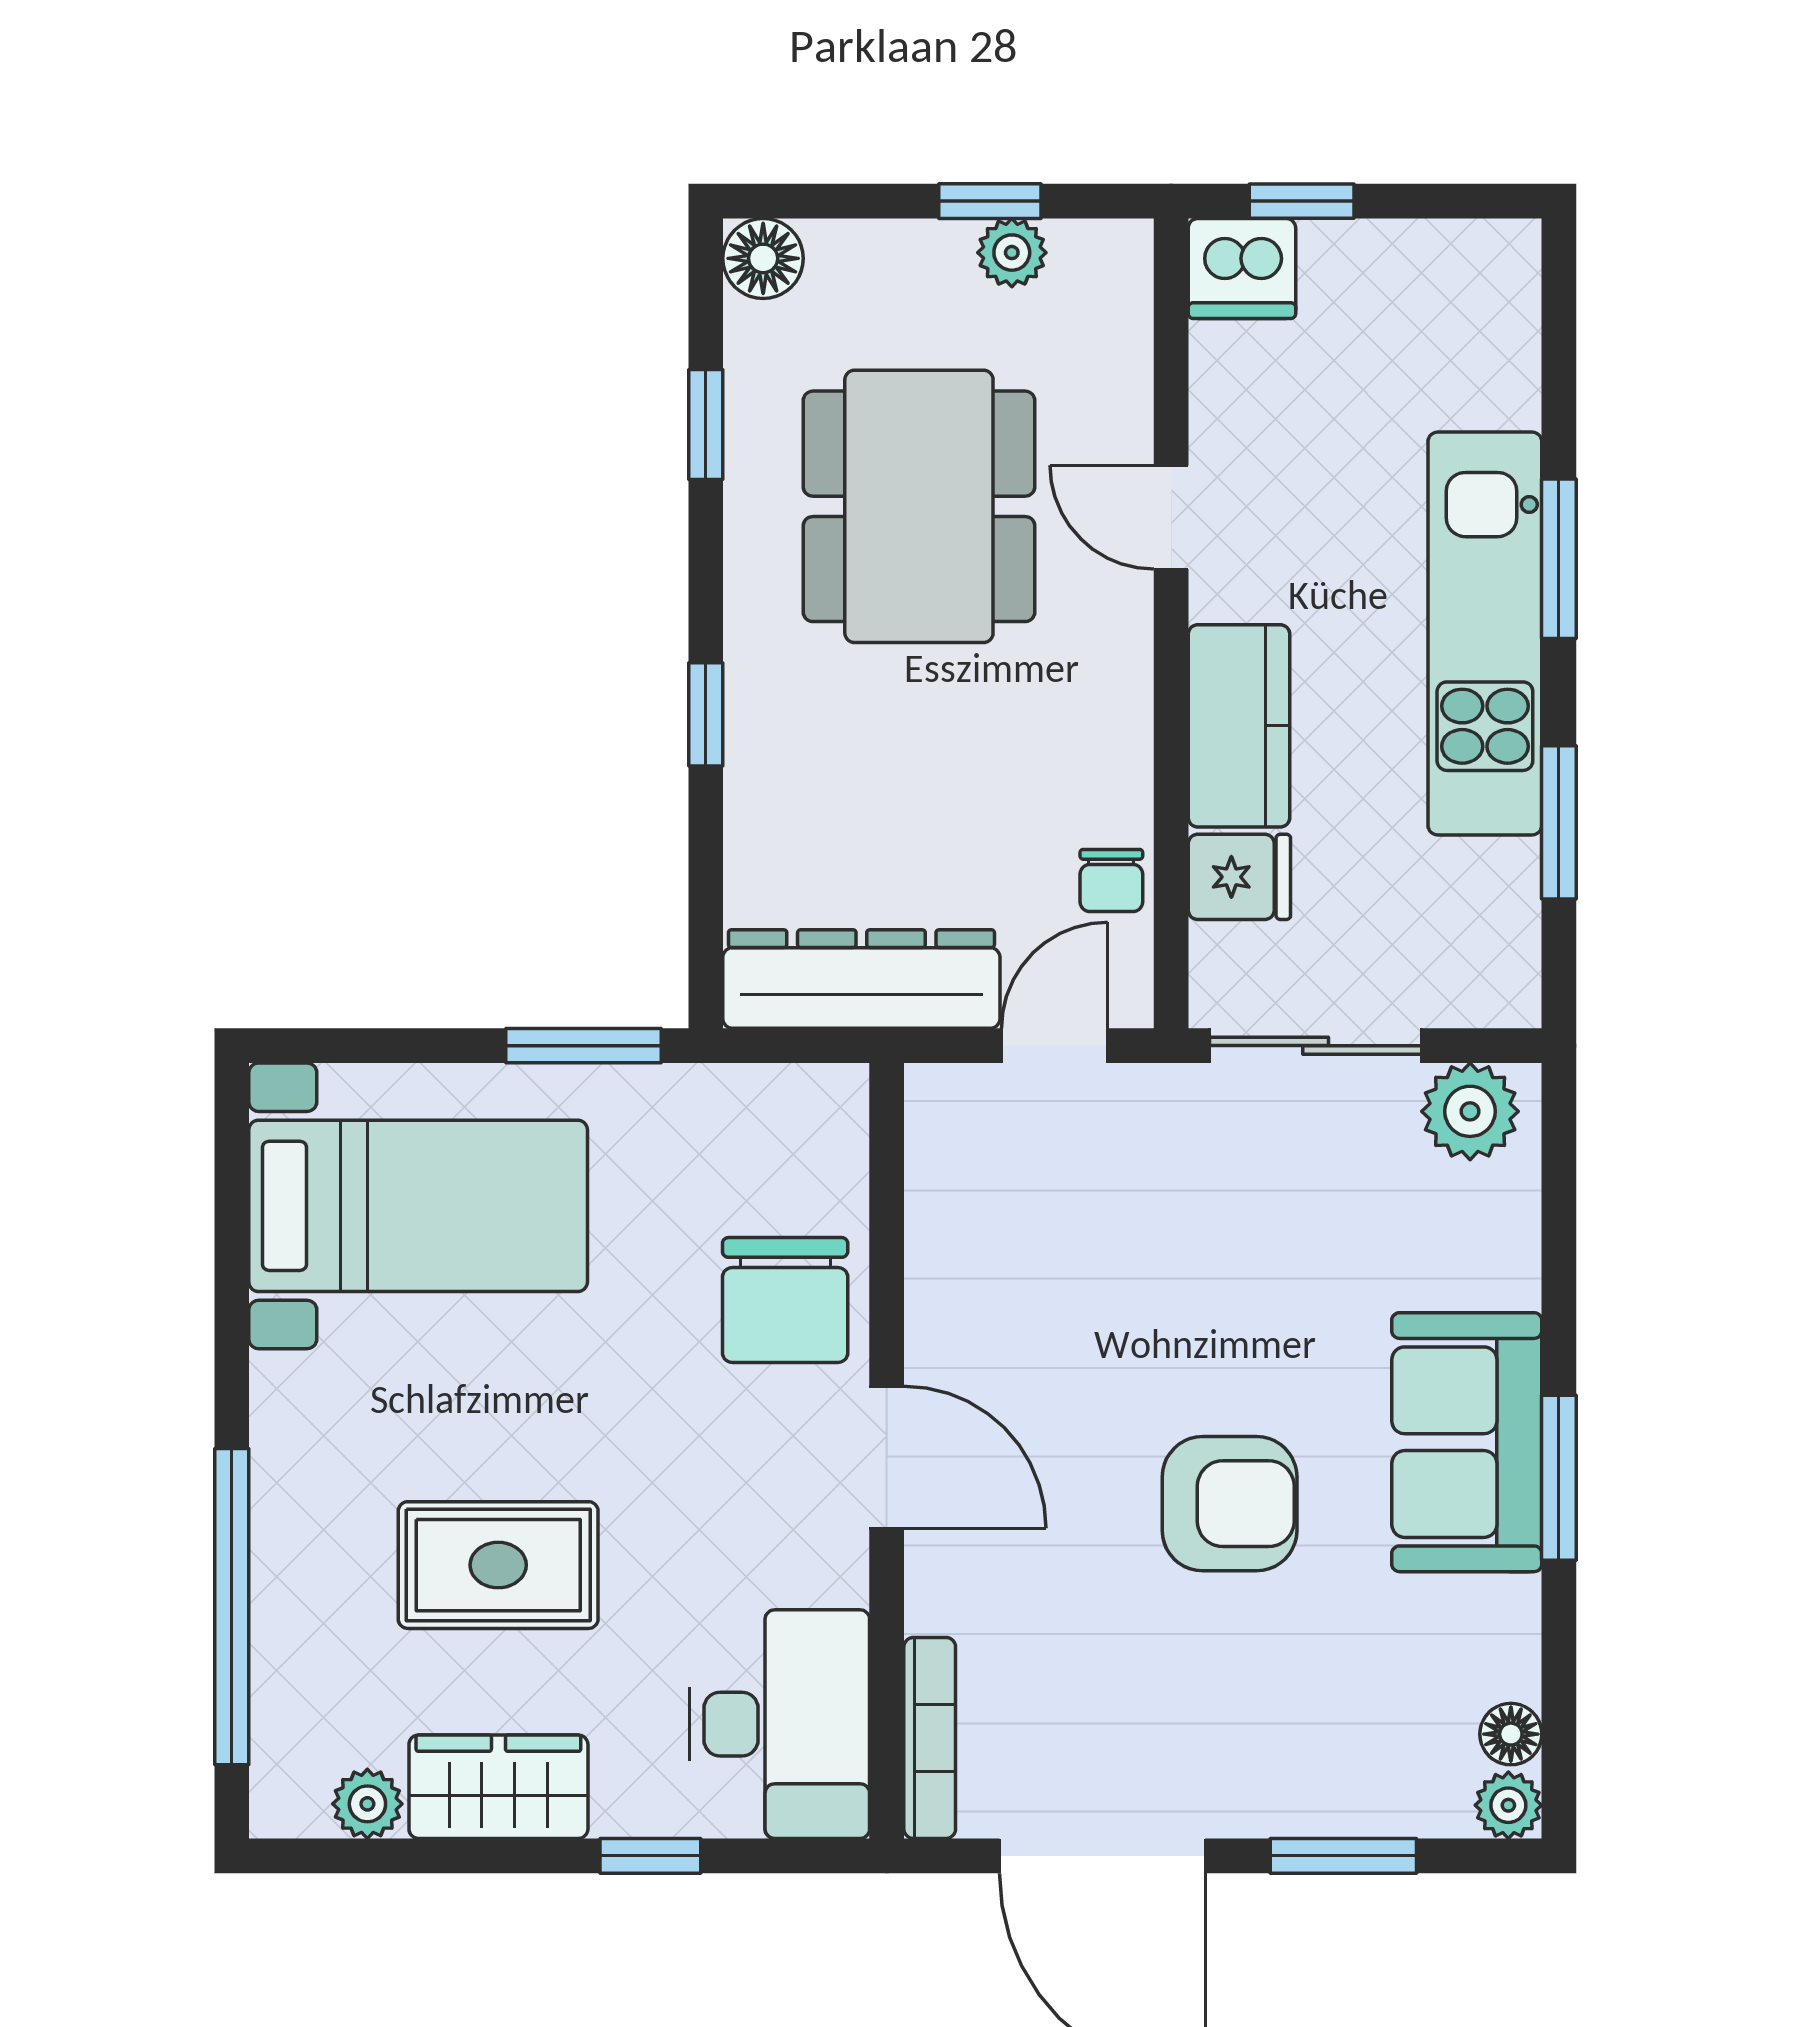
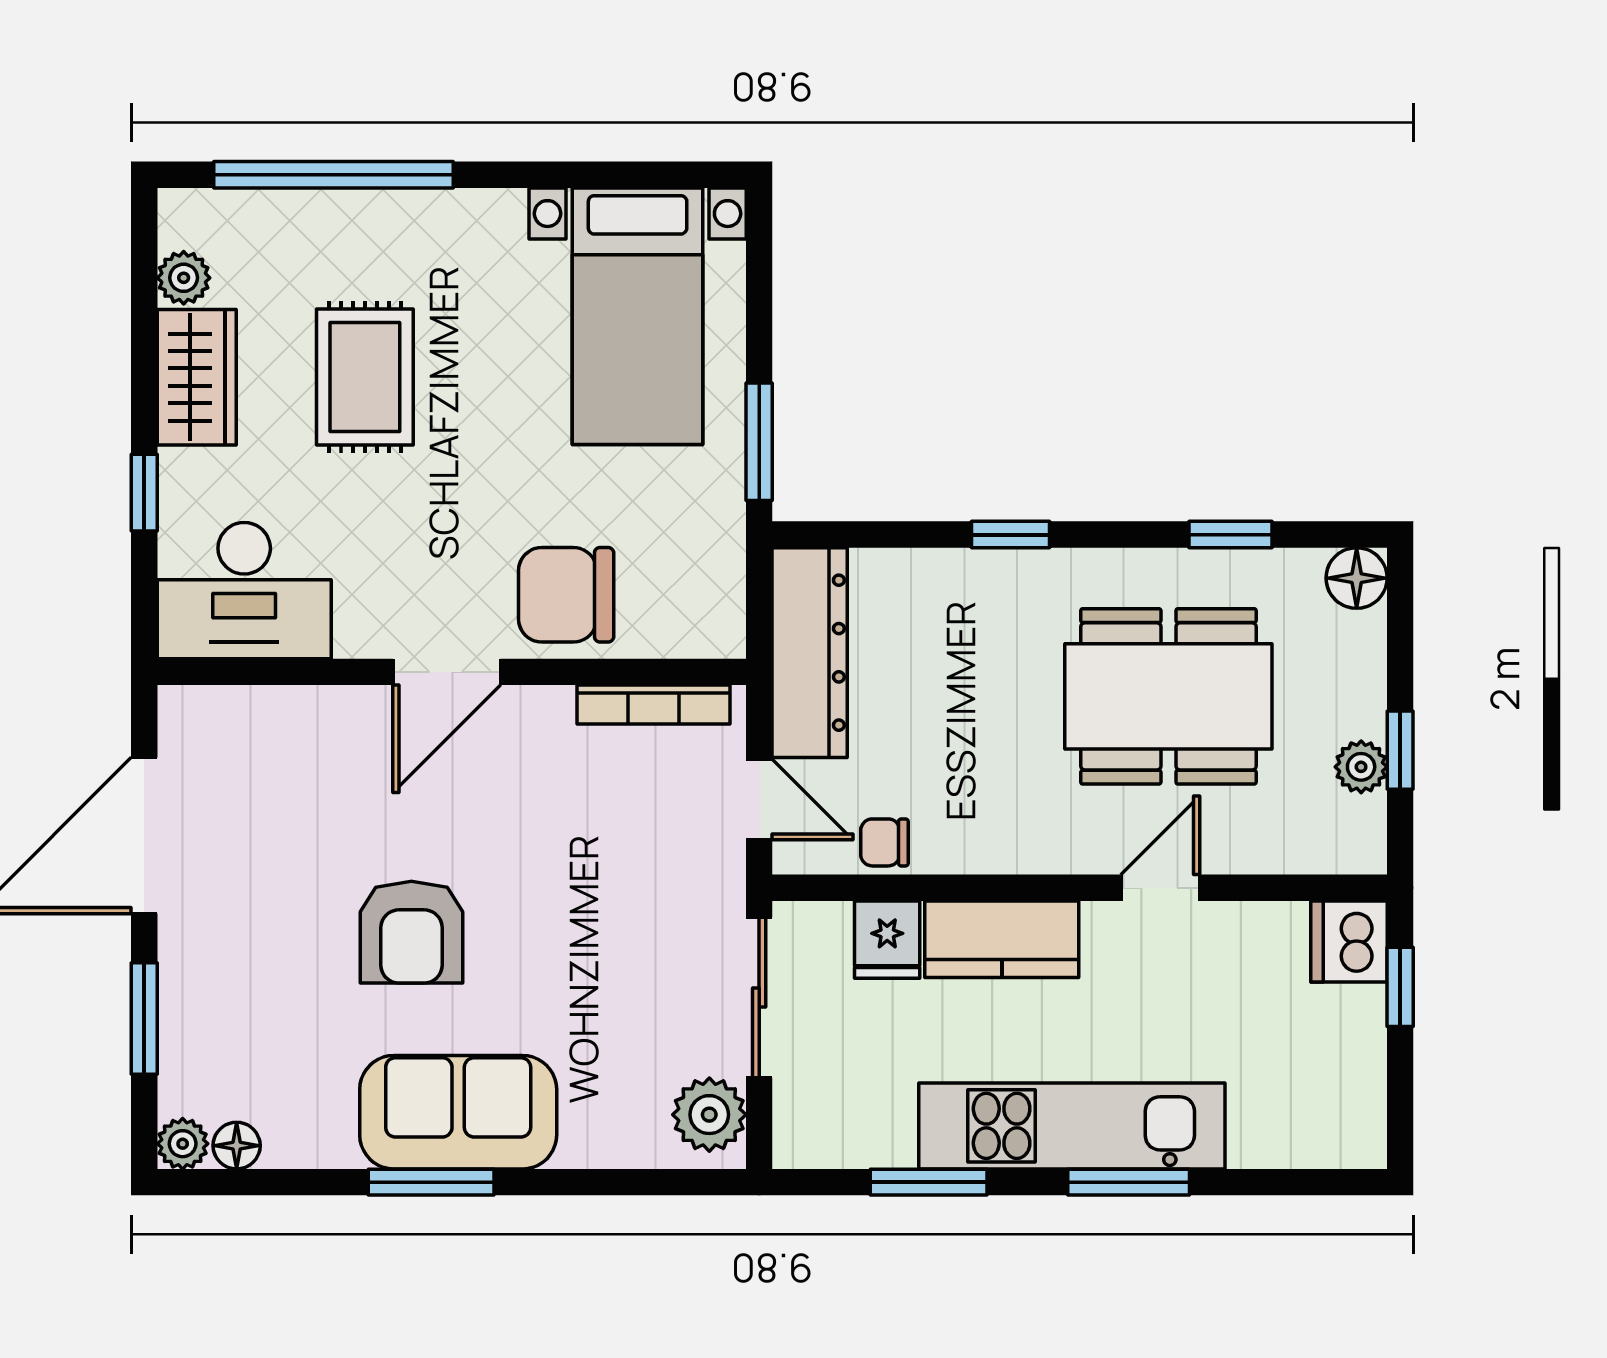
bookcase: (930, 1738) -> (653, 705), moved

